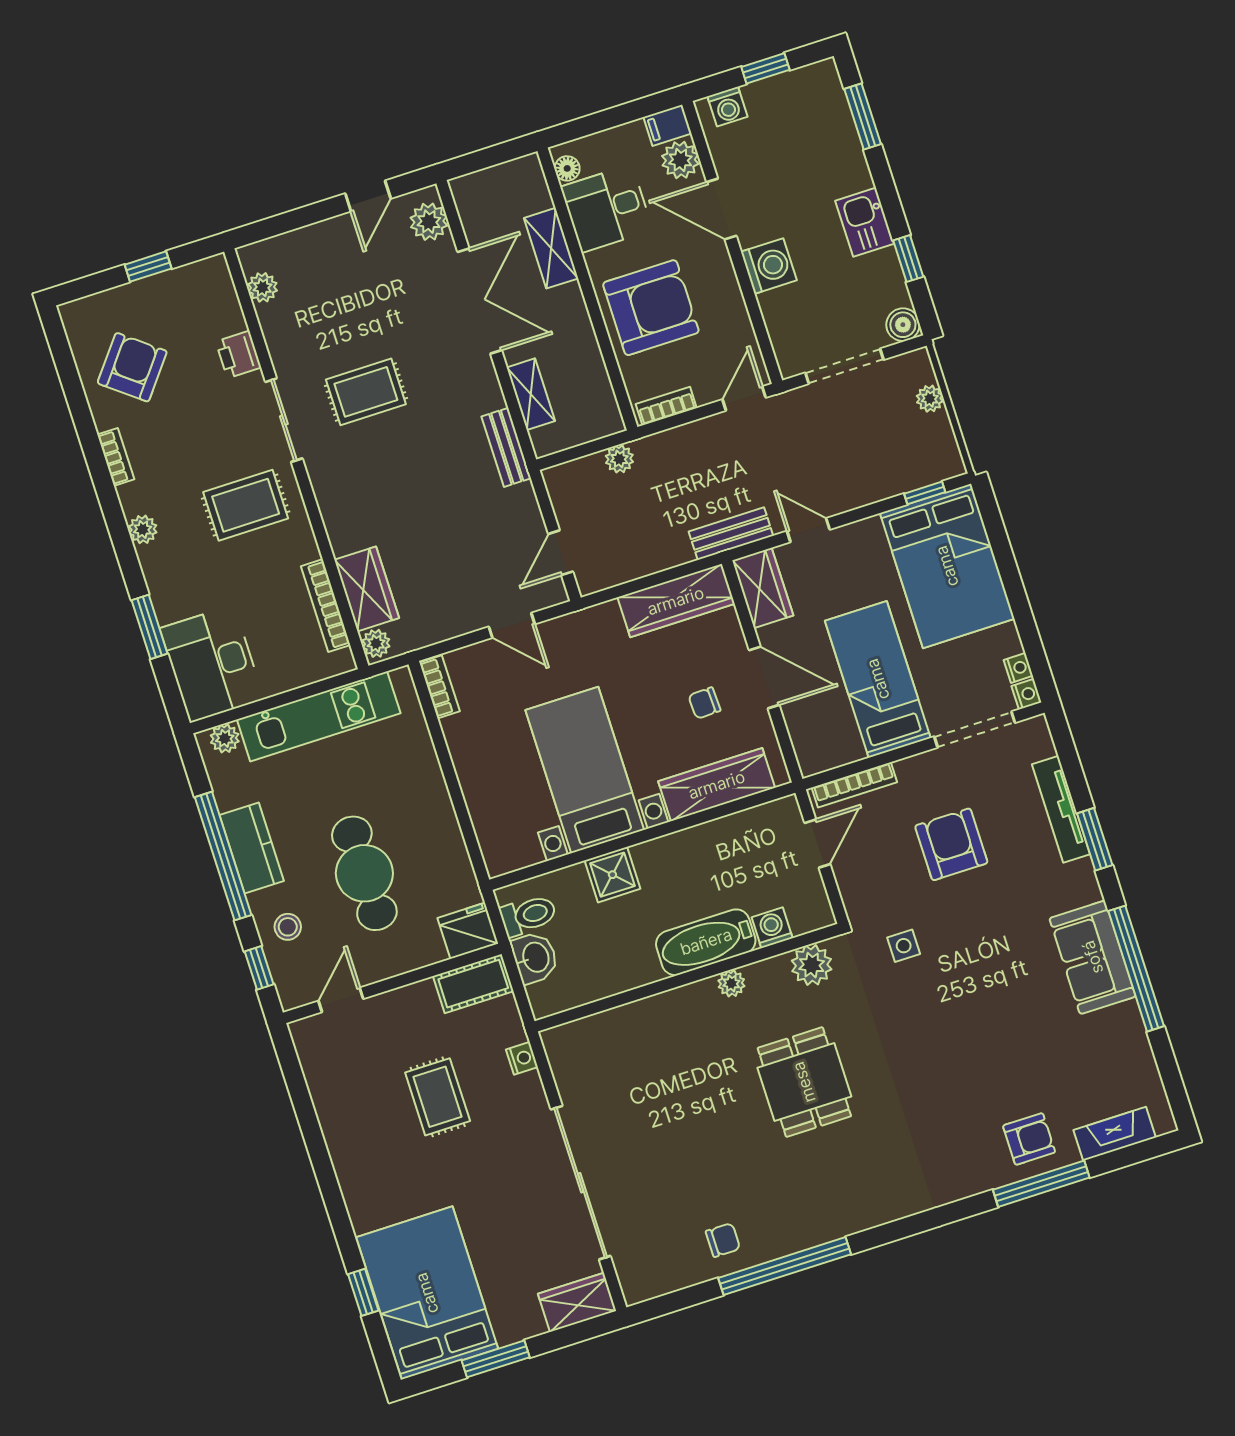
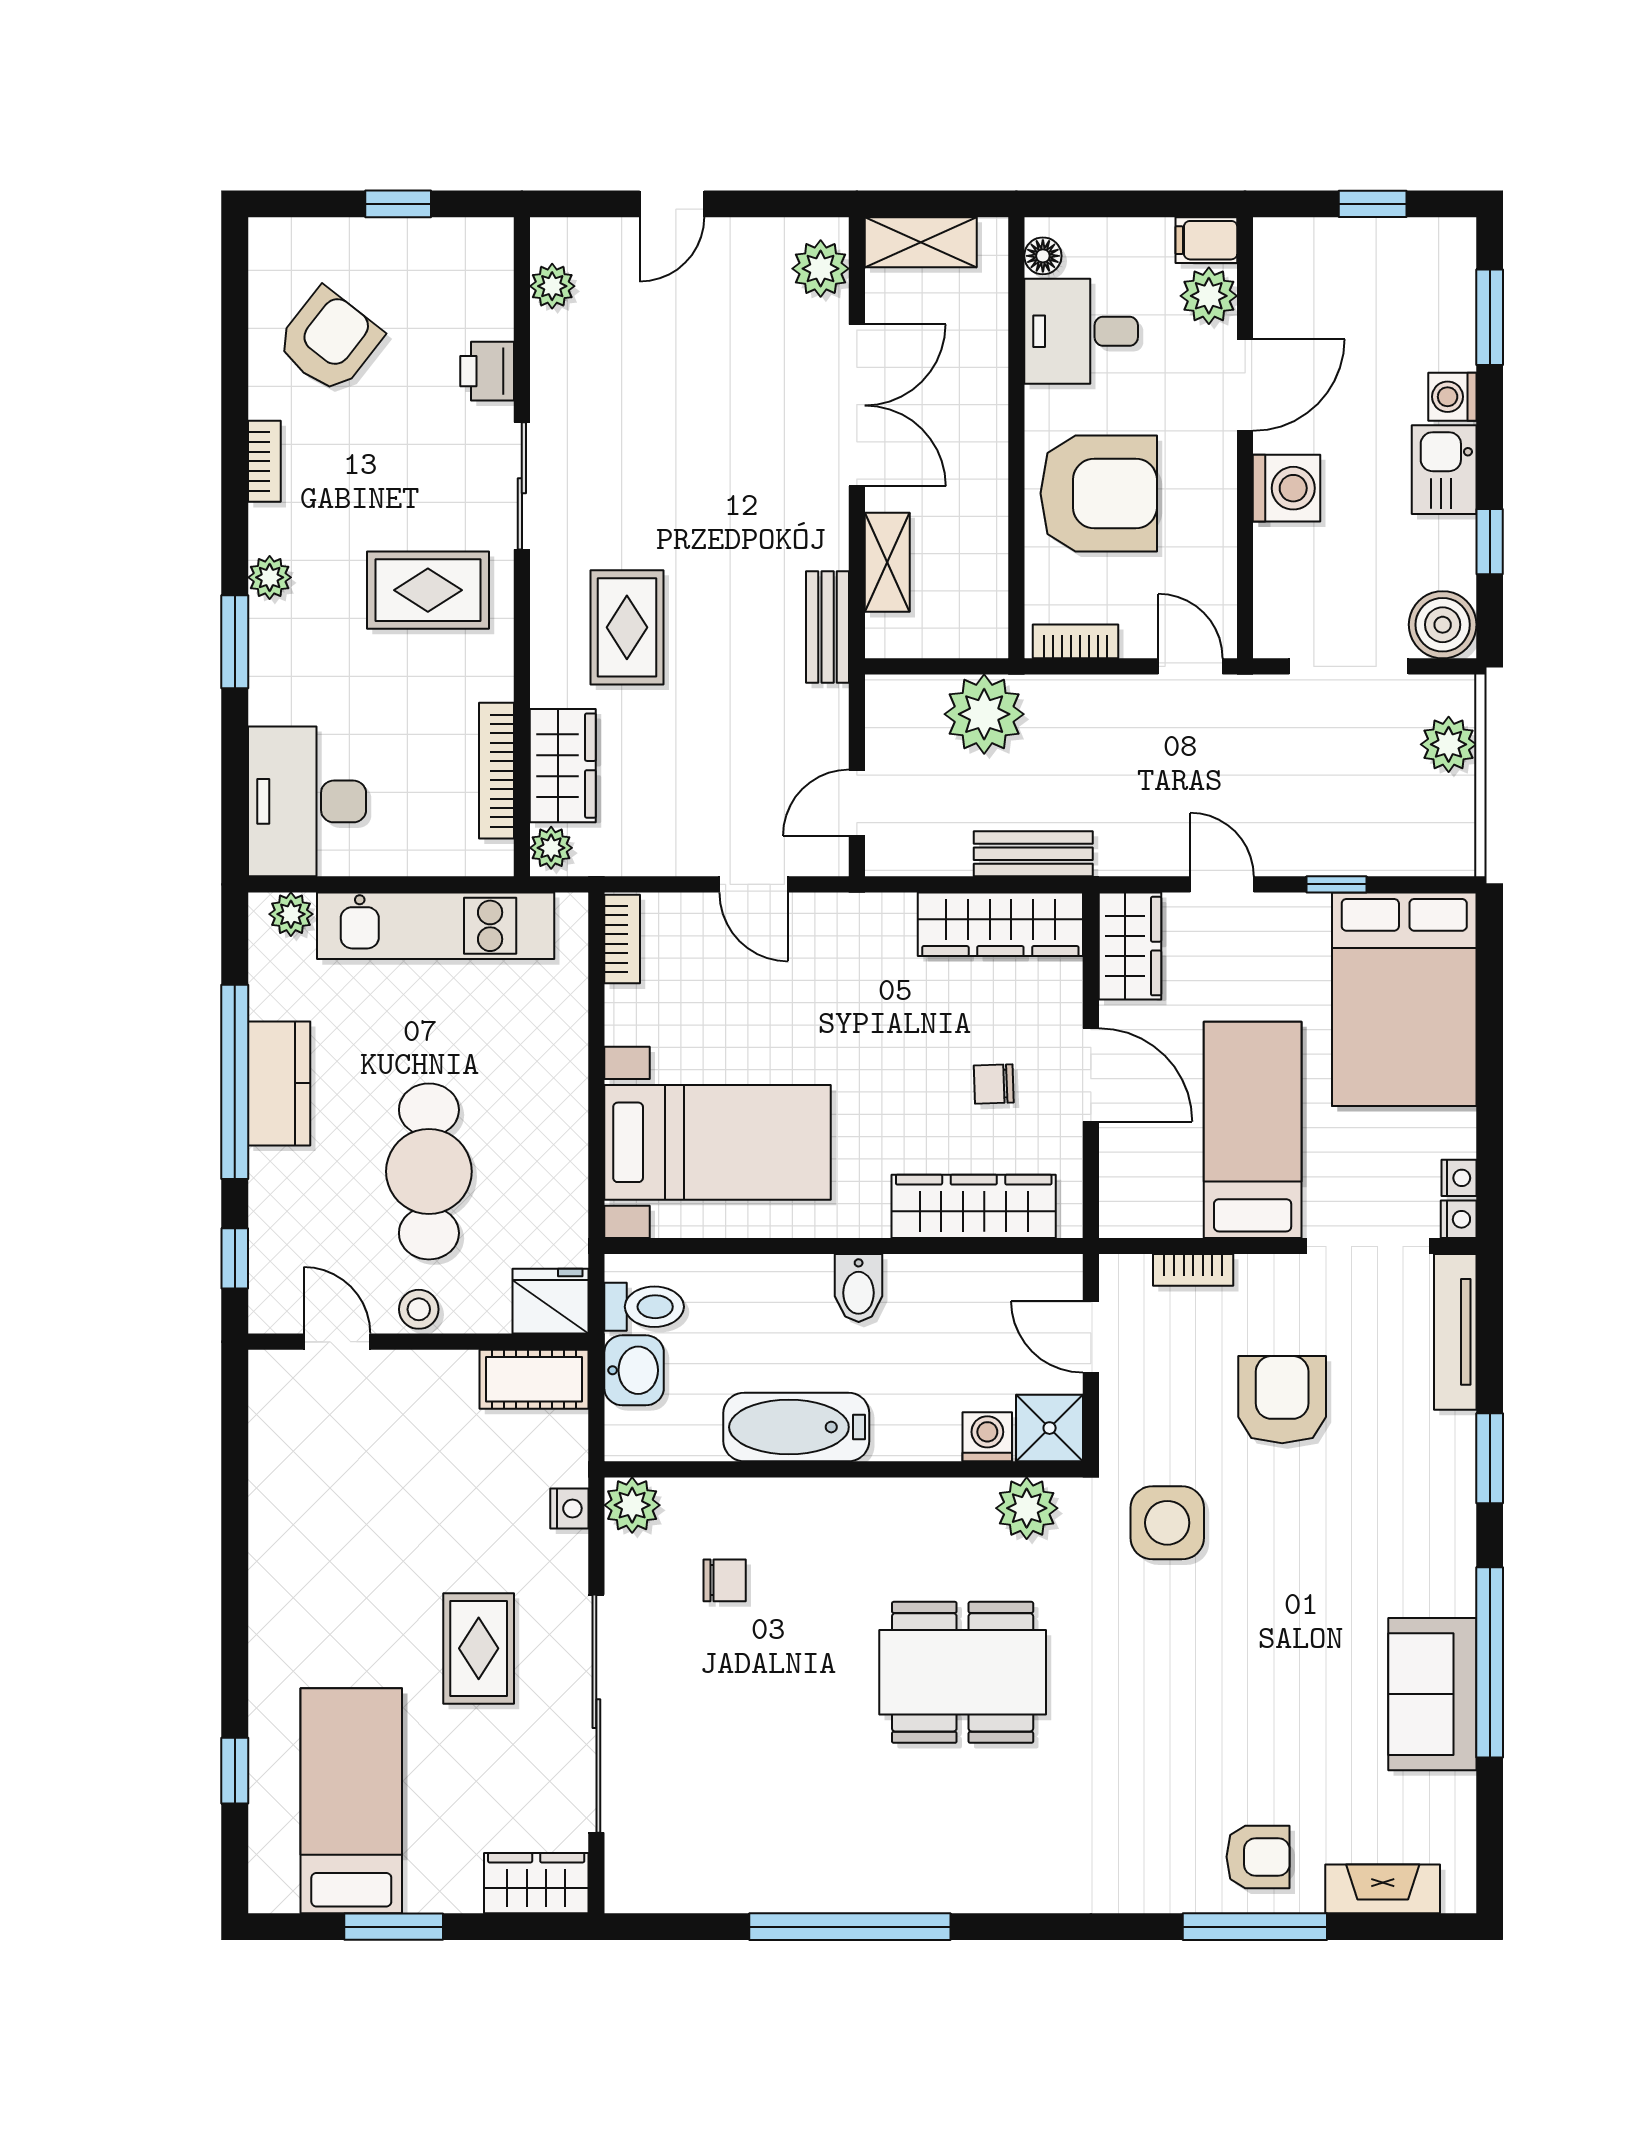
washing machine: (728, 107) -> (1452, 397), moved, turned 90
door: (368, 196) -> (672, 204), moved
door: (721, 209) -> (1245, 385), swing flipped
shelving: (551, 248) -> (921, 242), moved, turned 90
boiler: (903, 325) -> (1443, 625), width x1.36, depth x1.36
rug: (366, 392) -> (627, 627), moved, turned 90
door: (744, 399) -> (1190, 666), hinge flipped
plant: (930, 399) -> (1449, 744), width x1.38, depth x1.38
plant: (619, 459) -> (984, 714), width x1.88, depth x1.88
window: (925, 493) -> (1337, 884), moved
bench: (731, 534) -> (1033, 854), moved
window: (150, 627) -> (235, 642), moved
bed with nightstands: (585, 770) -> (718, 1142), moved, turned 90
bookcase: (854, 785) -> (1193, 1270), width x0.64
tv unit: (1061, 809) -> (1455, 1332), moved
door: (817, 843) -> (1091, 1337), swing flipped
bidet: (660, 860) -> (859, 1288), added
shower: (612, 875) -> (1050, 1428), moved
stool: (288, 927) -> (419, 1309), moved
bathtub: (706, 942) -> (796, 1427), moved
side table: (904, 946) -> (1167, 1523), width x1.87, depth x1.87
sofa: (1093, 957) -> (1432, 1694), moved
plant: (731, 983) -> (632, 1505), moved, width x1.38, depth x1.38
door: (341, 1000) -> (337, 1342), hinge flipped
dining table: (804, 1082) -> (963, 1672), width x1.37
rug: (438, 1097) -> (479, 1648), moved
chair: (723, 1240) -> (725, 1580), moved
bed: (427, 1293) -> (351, 1801), width x0.67

